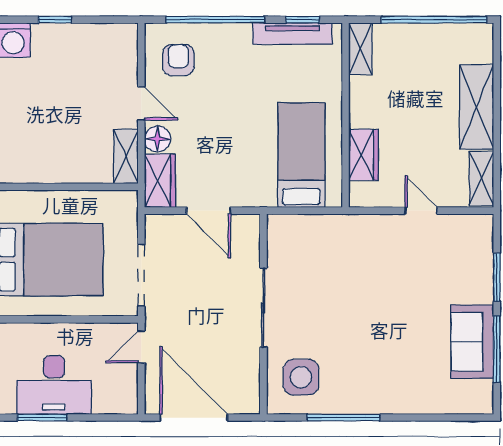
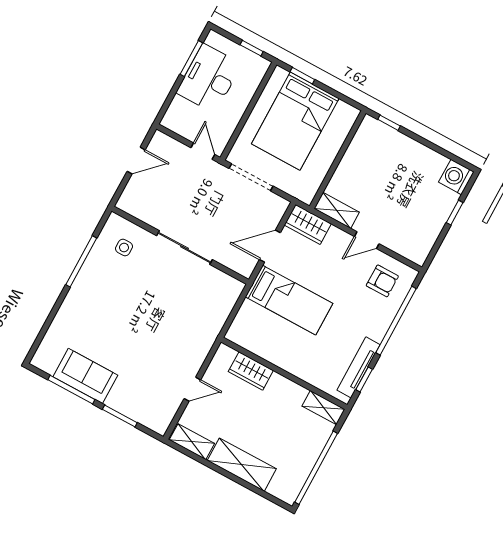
floor lamp: (158, 139) -> (337, 238), removed
bed: (301, 155) -> (289, 300), moved
side table: (301, 377) -> (124, 247), width x0.54, depth x0.54
door: (194, 418) -> (136, 161), width x0.53

